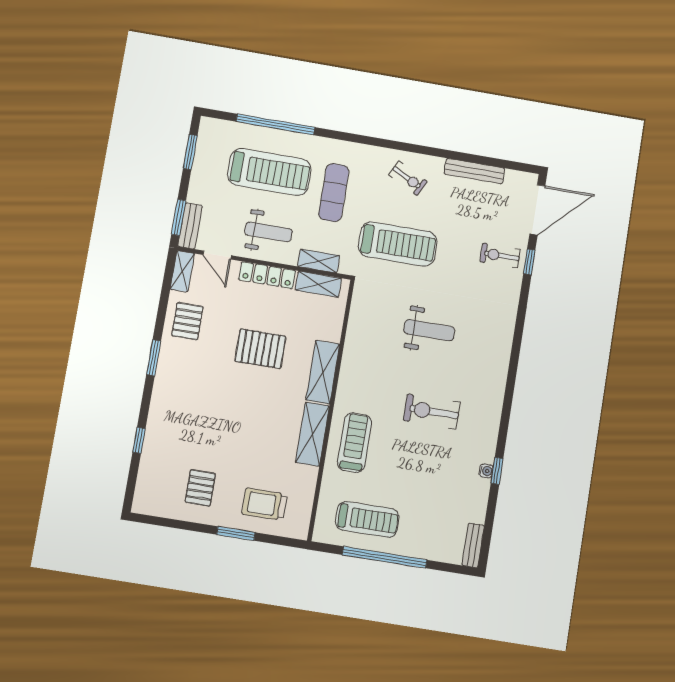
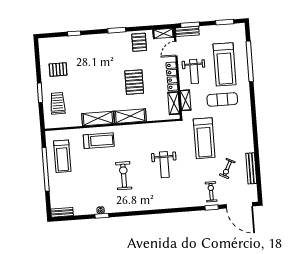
exercise bike: (408, 178) -> (227, 168), moved
pallet: (187, 321) -> (139, 42), turned 90

